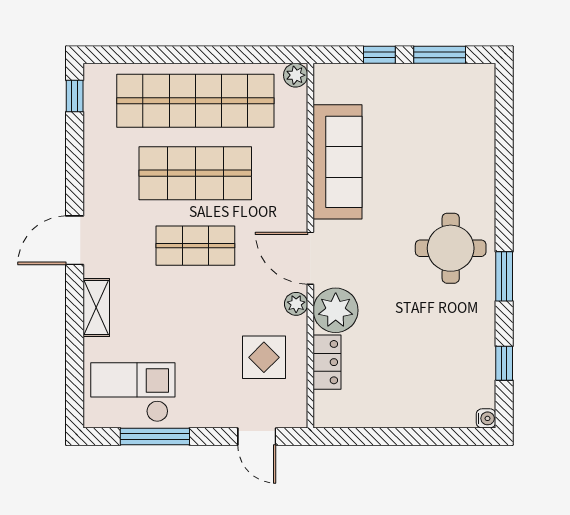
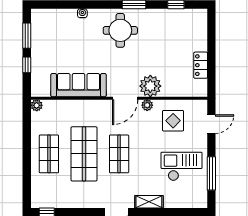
shop shelf: (195, 101) -> (49, 154), width x0.50, depth x0.74
locker: (327, 362) -> (201, 65), moved, turned -90
checkout: (133, 392) -> (182, 166), moved, turned 90
water cooler: (486, 418) -> (82, 13), moved

